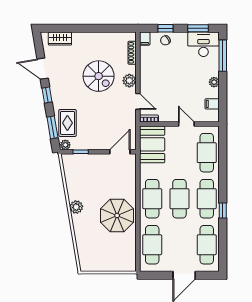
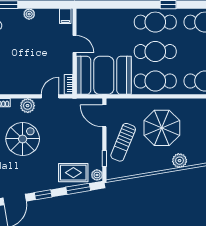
filing cabinet: (212, 104) -> (65, 16), moved
door: (186, 124) -> (74, 44), swing flipped
booth: (152, 144) -> (104, 75), width x1.36, depth x1.42
cafe table: (207, 153) -> (105, 22), removed
sun lounger: (96, 169) -> (123, 142), added
plant: (76, 207) -> (180, 161), moved
parasol: (117, 215) -> (162, 128), moved

